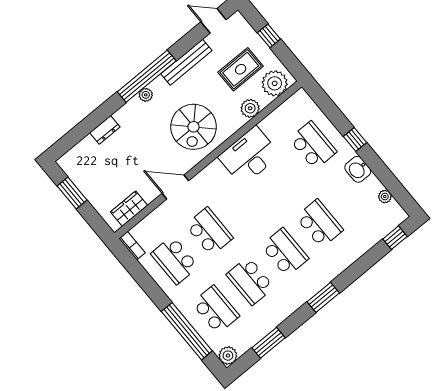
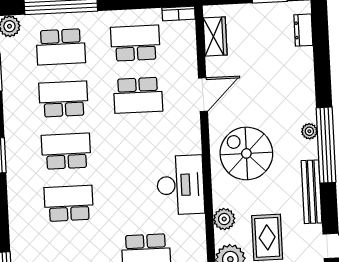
dresser: (105, 130) -> (303, 30), moved
school desk: (319, 223) -> (69, 203), turned 180
school desk: (285, 252) -> (66, 151), turned 180

